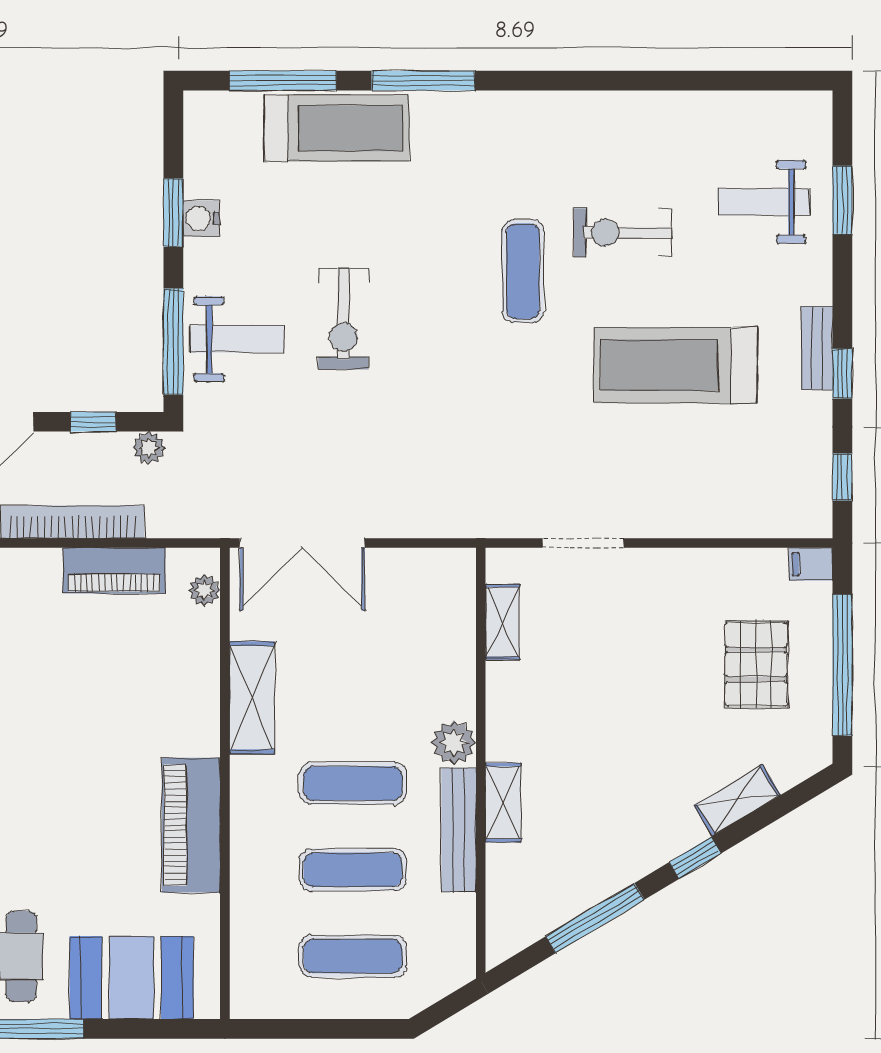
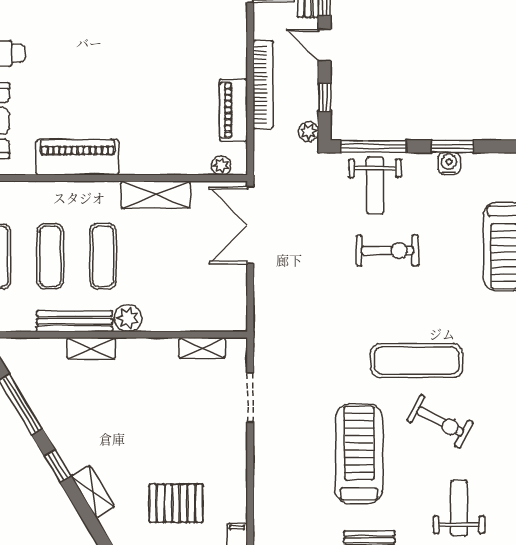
exercise bike: (623, 233) -> (440, 422), turned 118
exercise mat: (523, 271) -> (417, 360), width x1.36, depth x1.45
exercise bike: (343, 319) -> (387, 251), turned 180

